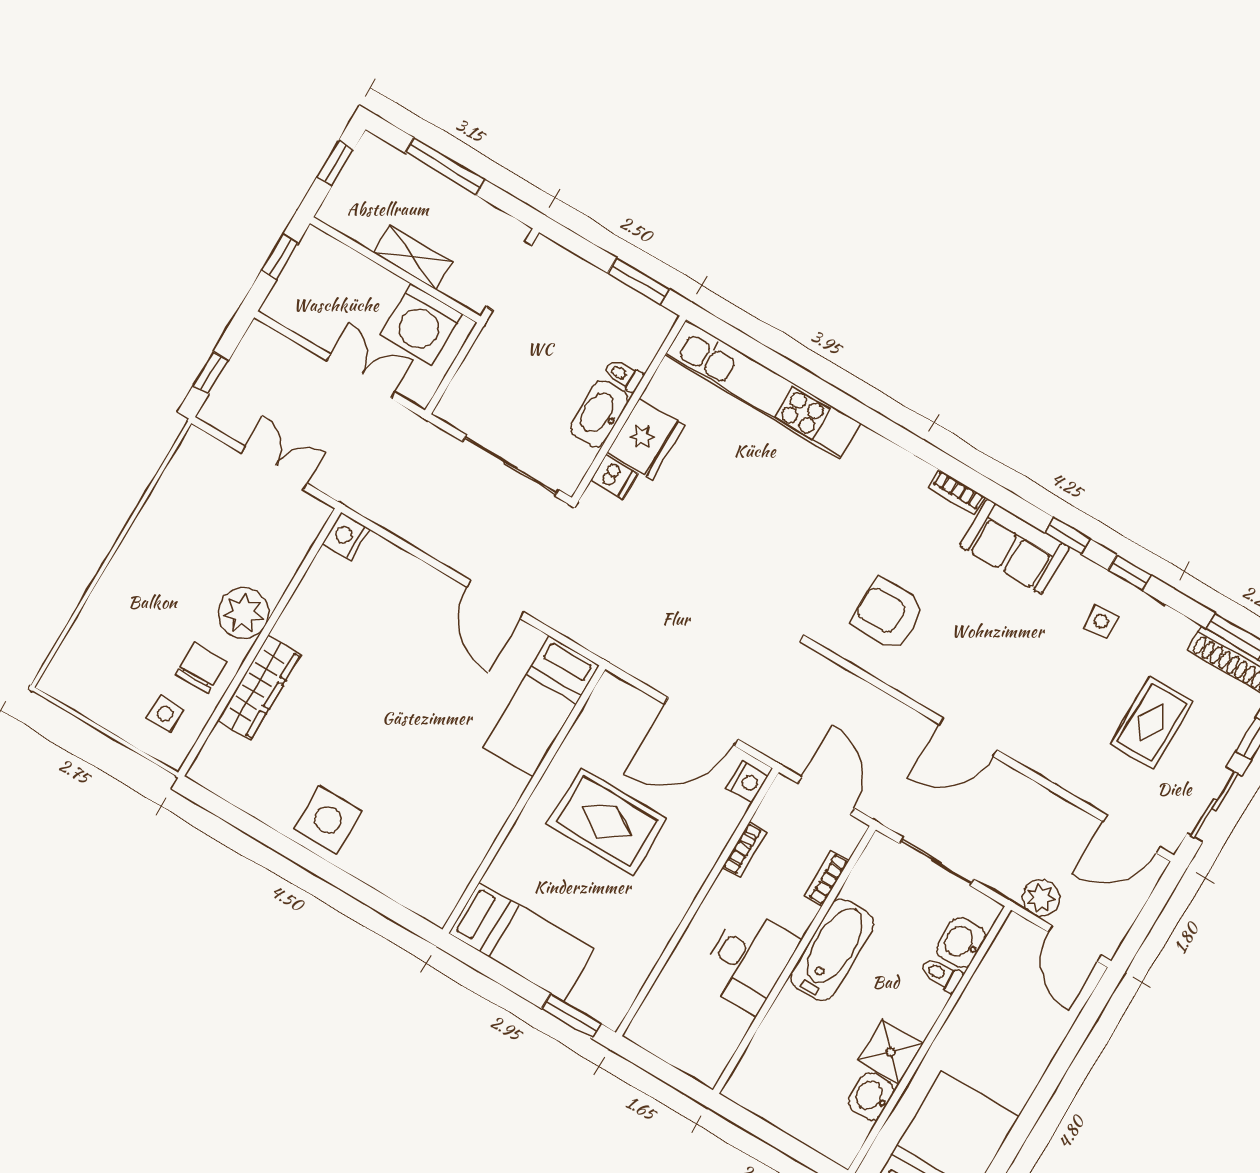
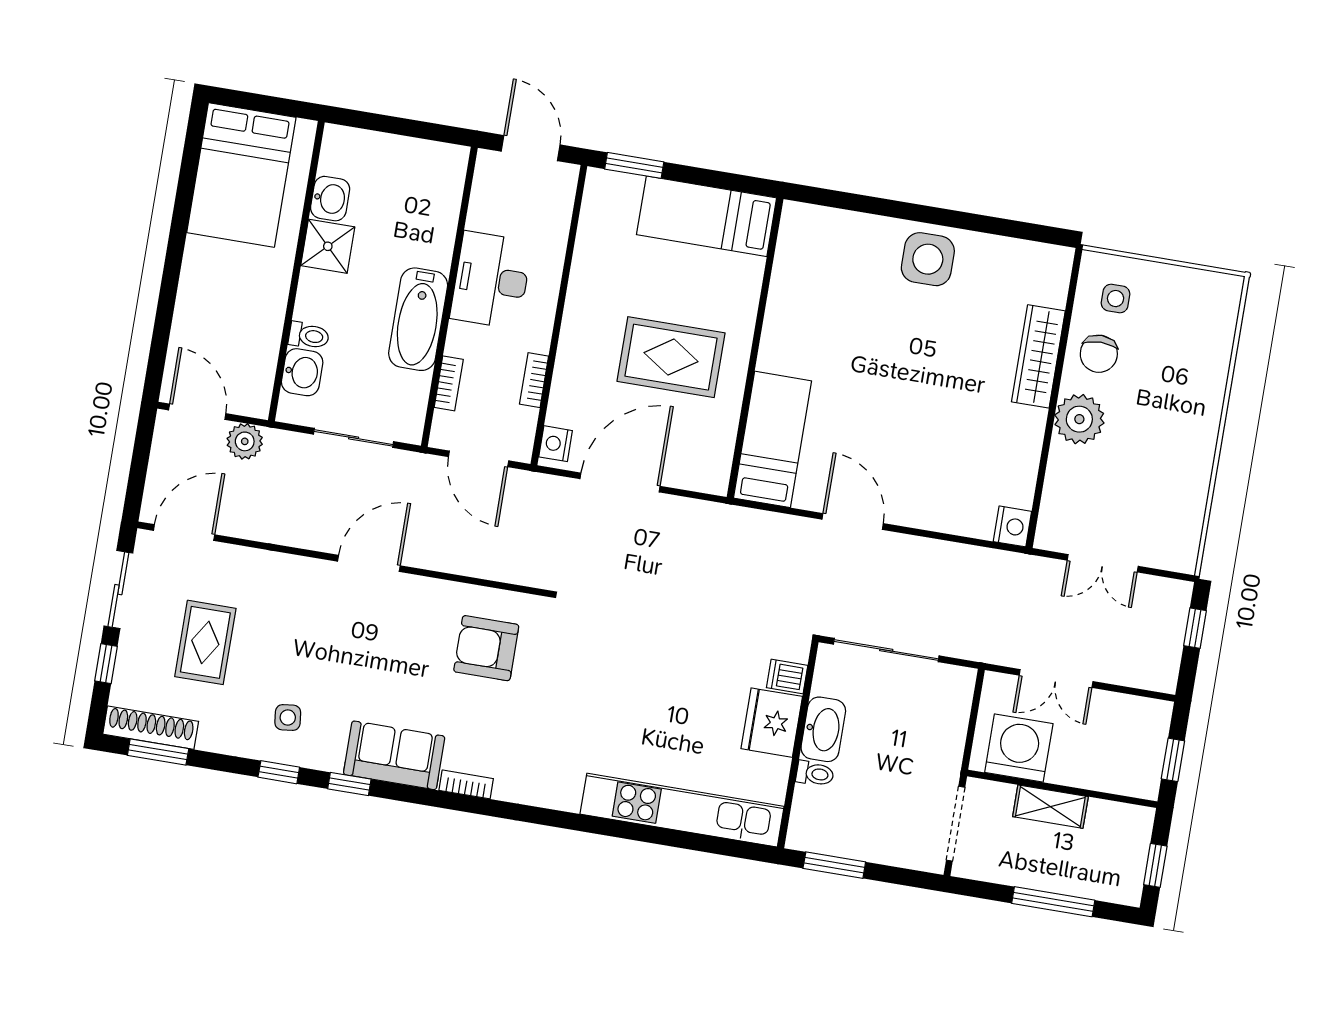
armchair: (888, 614) -> (486, 648), turned 180
door: (663, 1071) -> (531, 148), added

